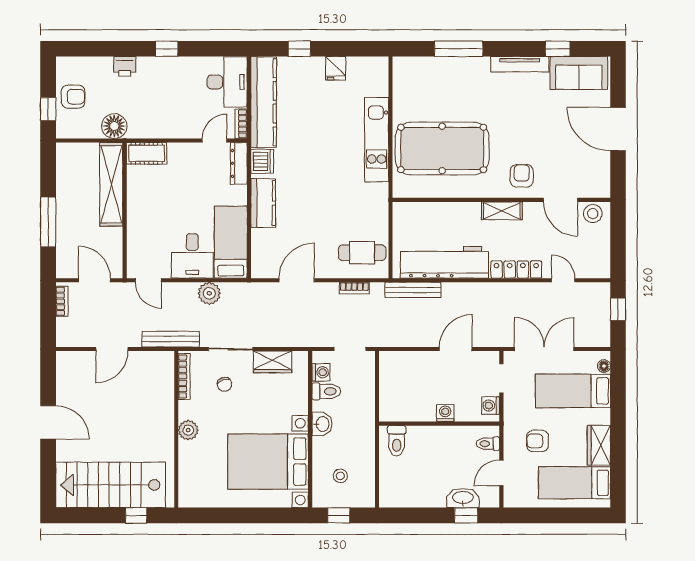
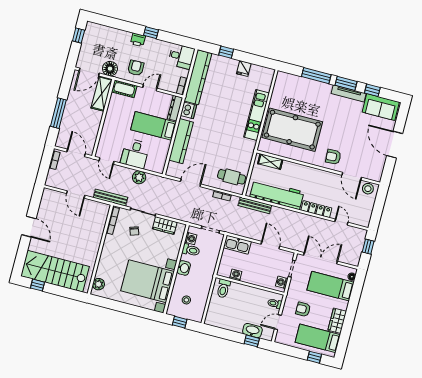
window: (511, 49) -> (346, 83), added
printer: (125, 66) -> (138, 40), moved
desk: (227, 82) -> (181, 56), width x0.73
armchair: (73, 97) -> (136, 68), moved, turned -90
window: (48, 109) -> (79, 36), moved
door: (81, 141) -> (89, 72), added
door: (215, 141) -> (150, 88), moved
armchair: (522, 176) -> (333, 157), turned -93
shelving: (111, 184) -> (102, 94), width x0.68
kitchen counter: (263, 203) -> (181, 141), width x1.50
shelving: (502, 211) -> (270, 162), moved
bed: (231, 242) -> (153, 126), moved, turned -90
door: (112, 349) -> (76, 194), hinge flipped
door: (456, 349) -> (270, 245), hinge flipped
kitchen sink: (401, 362) -> (237, 245), added
washing machine: (445, 413) -> (236, 275), moved
plant: (188, 430) -> (99, 284), moved
window: (136, 515) -> (37, 285), moved
window: (577, 515) -> (314, 357), added

